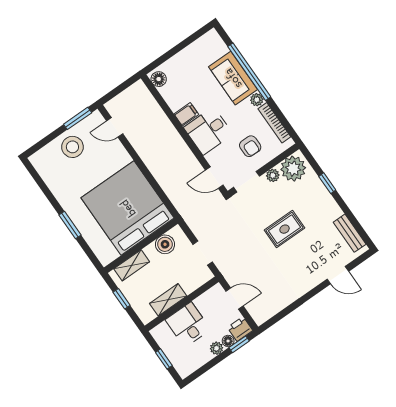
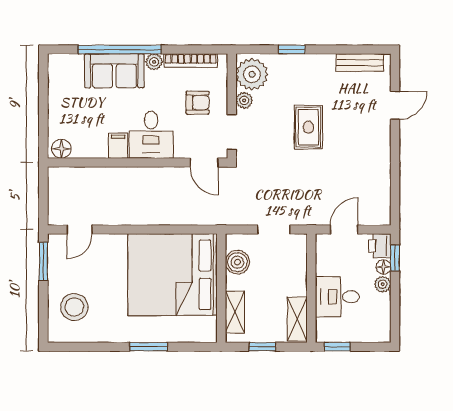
stool: (72, 147) -> (74, 307), moved
door: (214, 178) -> (204, 162), hinge flipped
shelving: (168, 300) -> (297, 319), moved
window: (164, 359) -> (337, 347), moved

